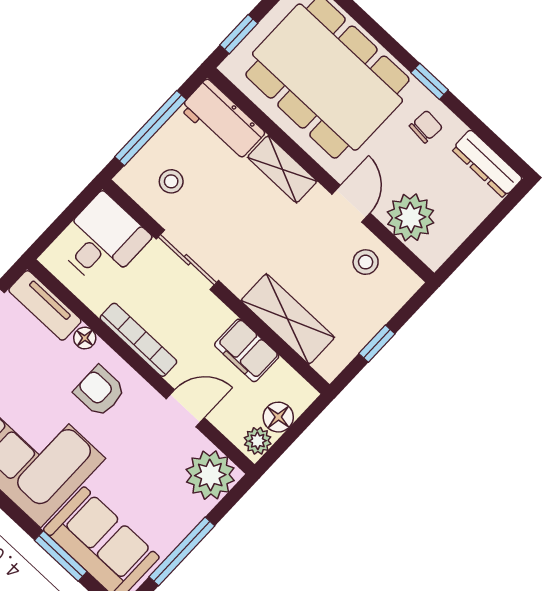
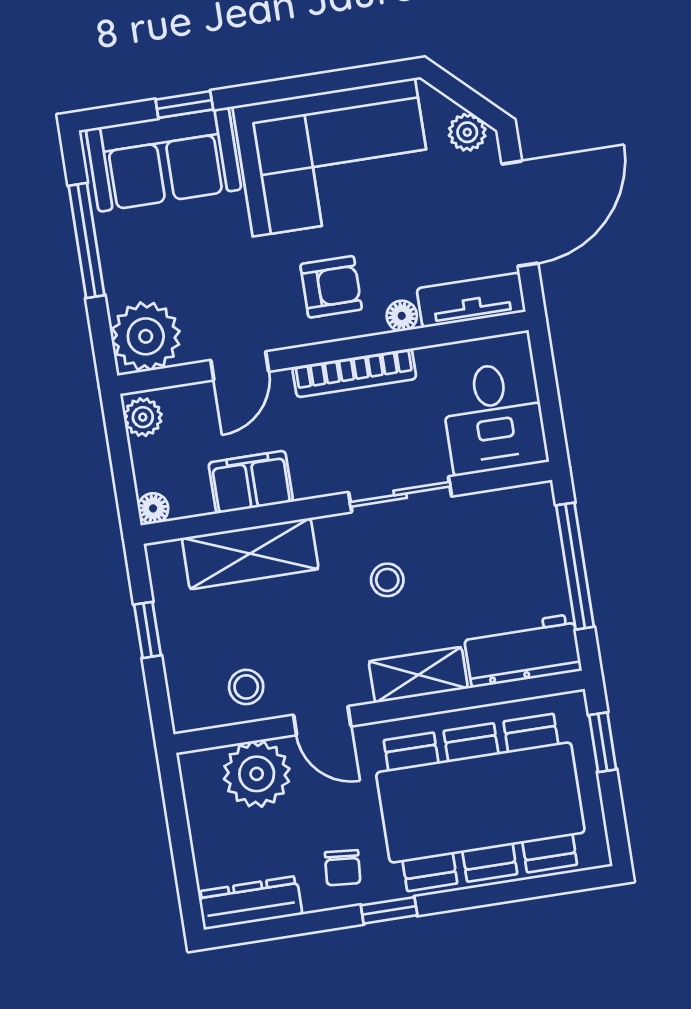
stool: (171, 181) -> (387, 580), moved
floor lamp: (278, 417) -> (153, 508), moved, width x0.73, depth x0.73
window: (61, 556) -> (184, 105), width x0.67

